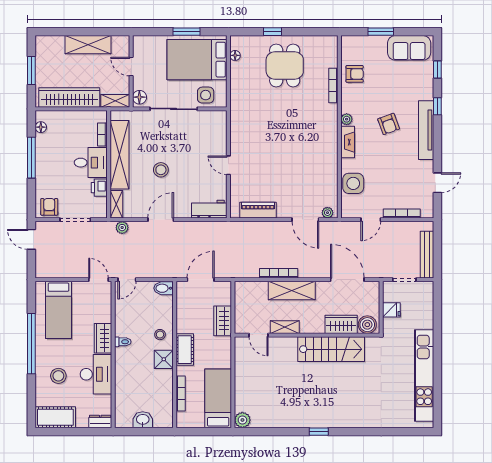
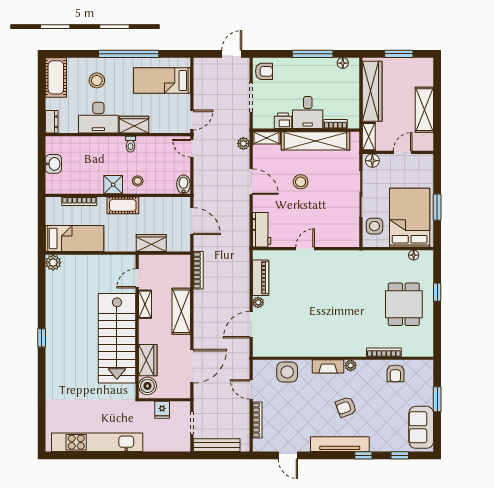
dining table: (285, 65) -> (404, 304), turned 90
plant: (327, 213) -> (258, 302), moved
bookcase: (279, 273) -> (198, 270), moved
stairs: (331, 349) -> (117, 338), width x1.36, depth x1.51

